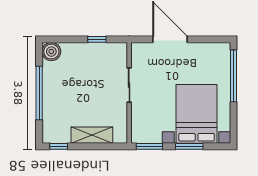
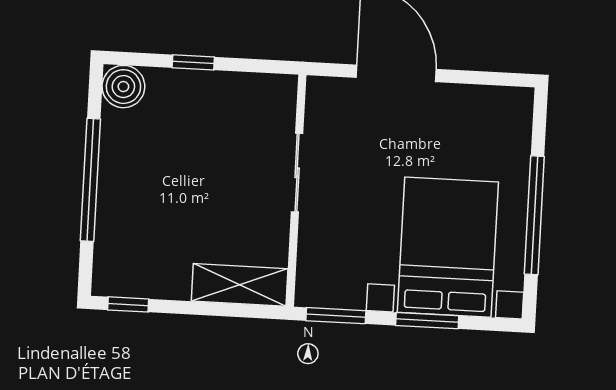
window: (97, 39) -> (193, 62), moved
window: (233, 76) -> (534, 215), moved
shelving: (92, 135) -> (240, 285), moved

